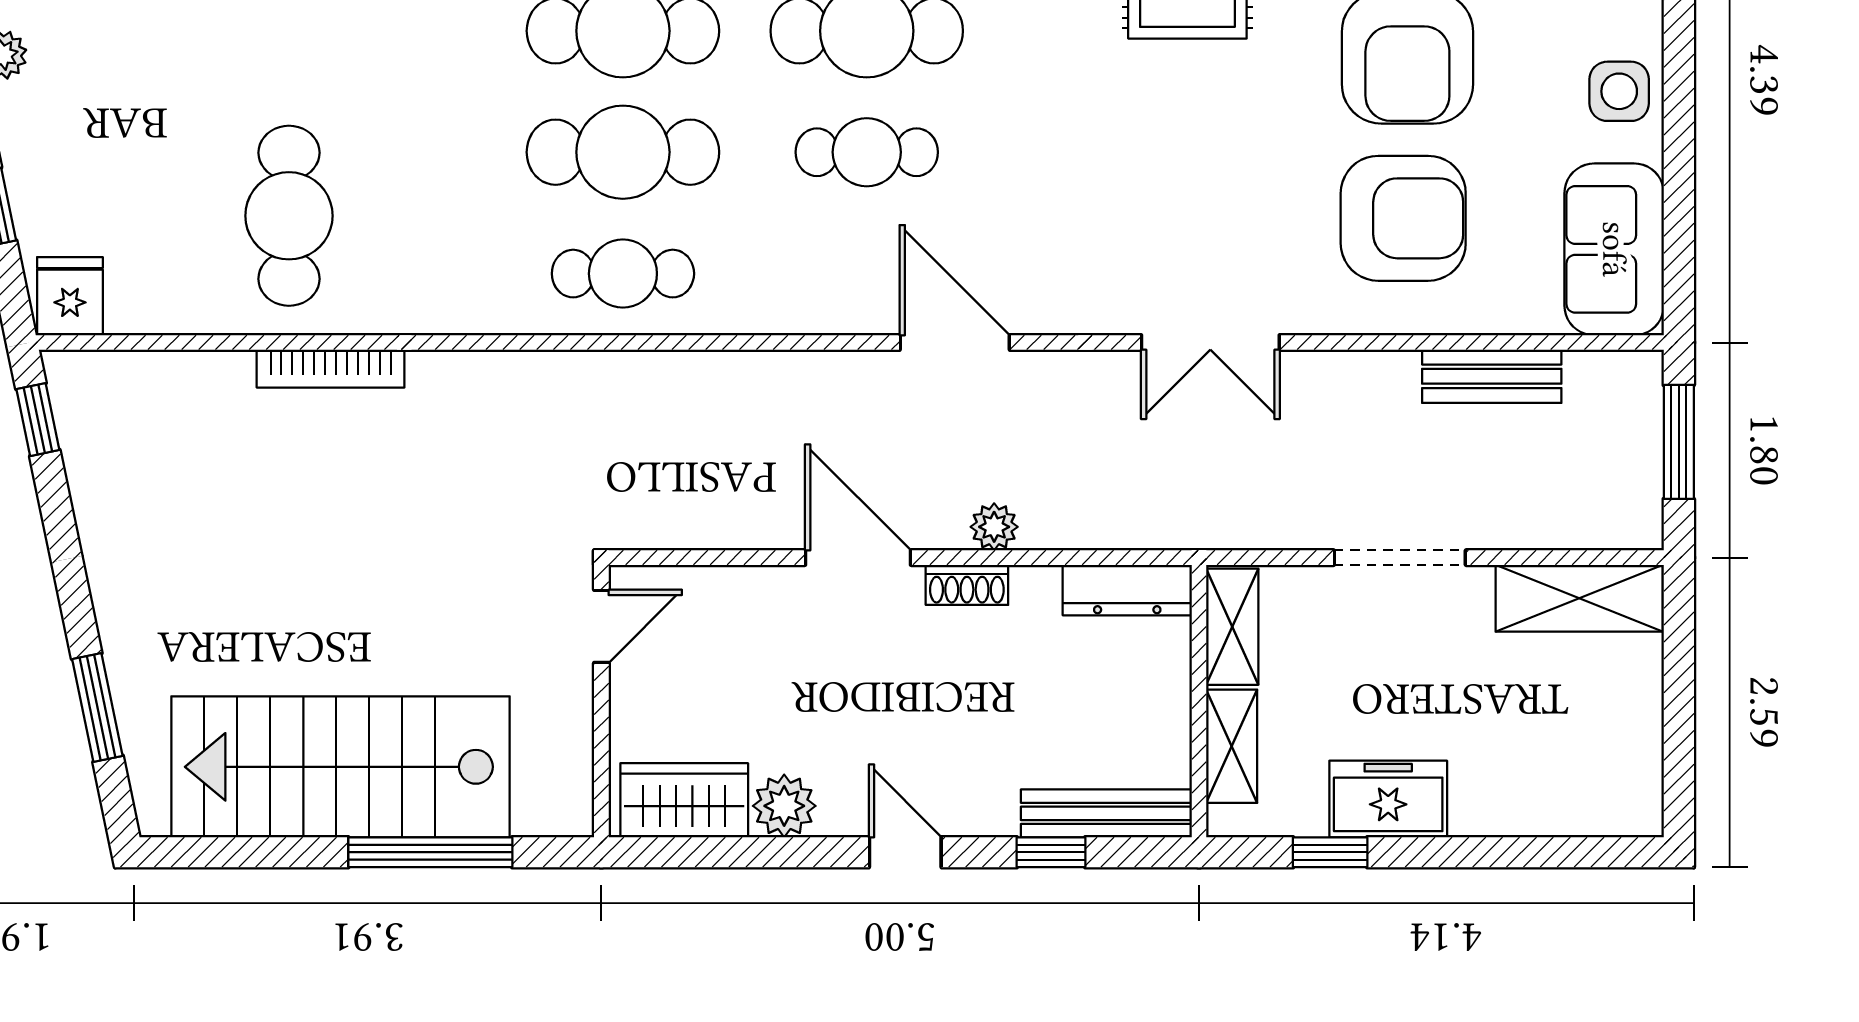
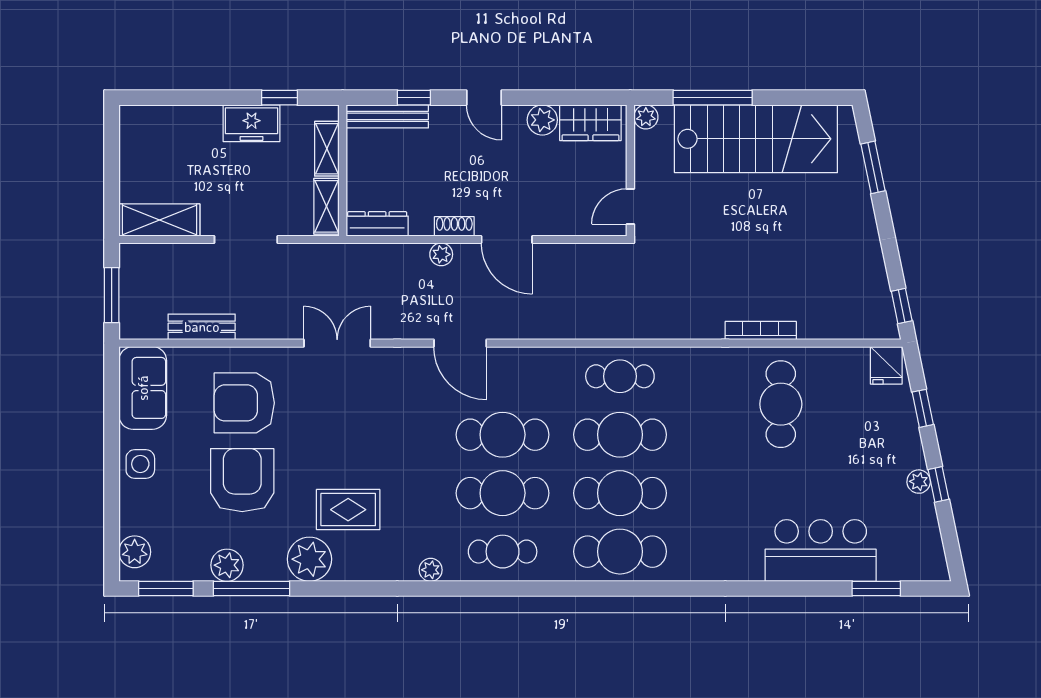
cafe table: (867, 152) -> (503, 435), width x1.37, depth x1.35
plant: (569, 812) -> (646, 117), added

